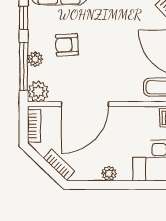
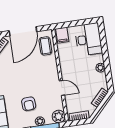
door: (85, 104) -> (62, 88), width x0.53

